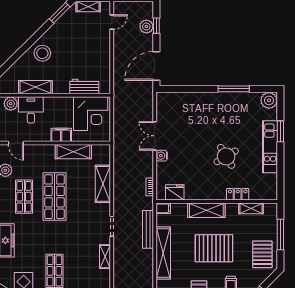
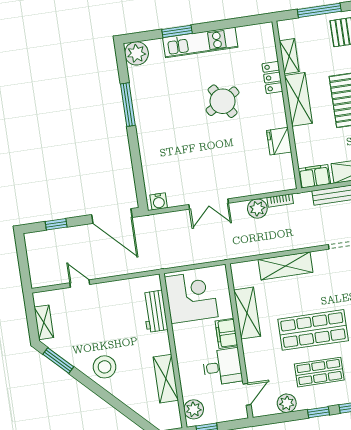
door: (112, 22) -> (80, 284), moved
plant: (146, 26) -> (257, 209), moved
stool: (42, 53) -> (105, 367), moved
desk: (31, 110) -> (222, 367), moved, turned 180
water cooler: (162, 156) -> (159, 201), moved
fridge: (175, 192) -> (279, 141), moved
filing cabinet: (163, 208) -> (314, 176), width x2.00
shelving: (206, 210) -> (298, 99), moved

